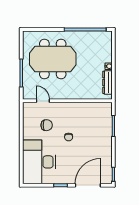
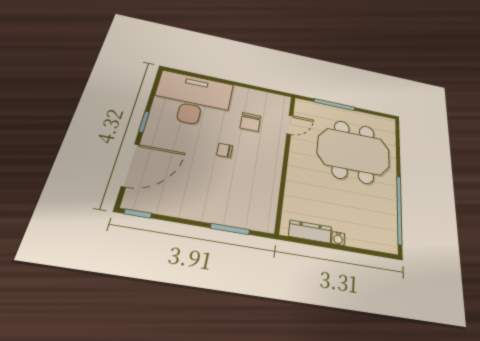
meeting table: (53, 59) -> (354, 152), turned 90
door: (88, 185) -> (130, 165), hinge flipped

